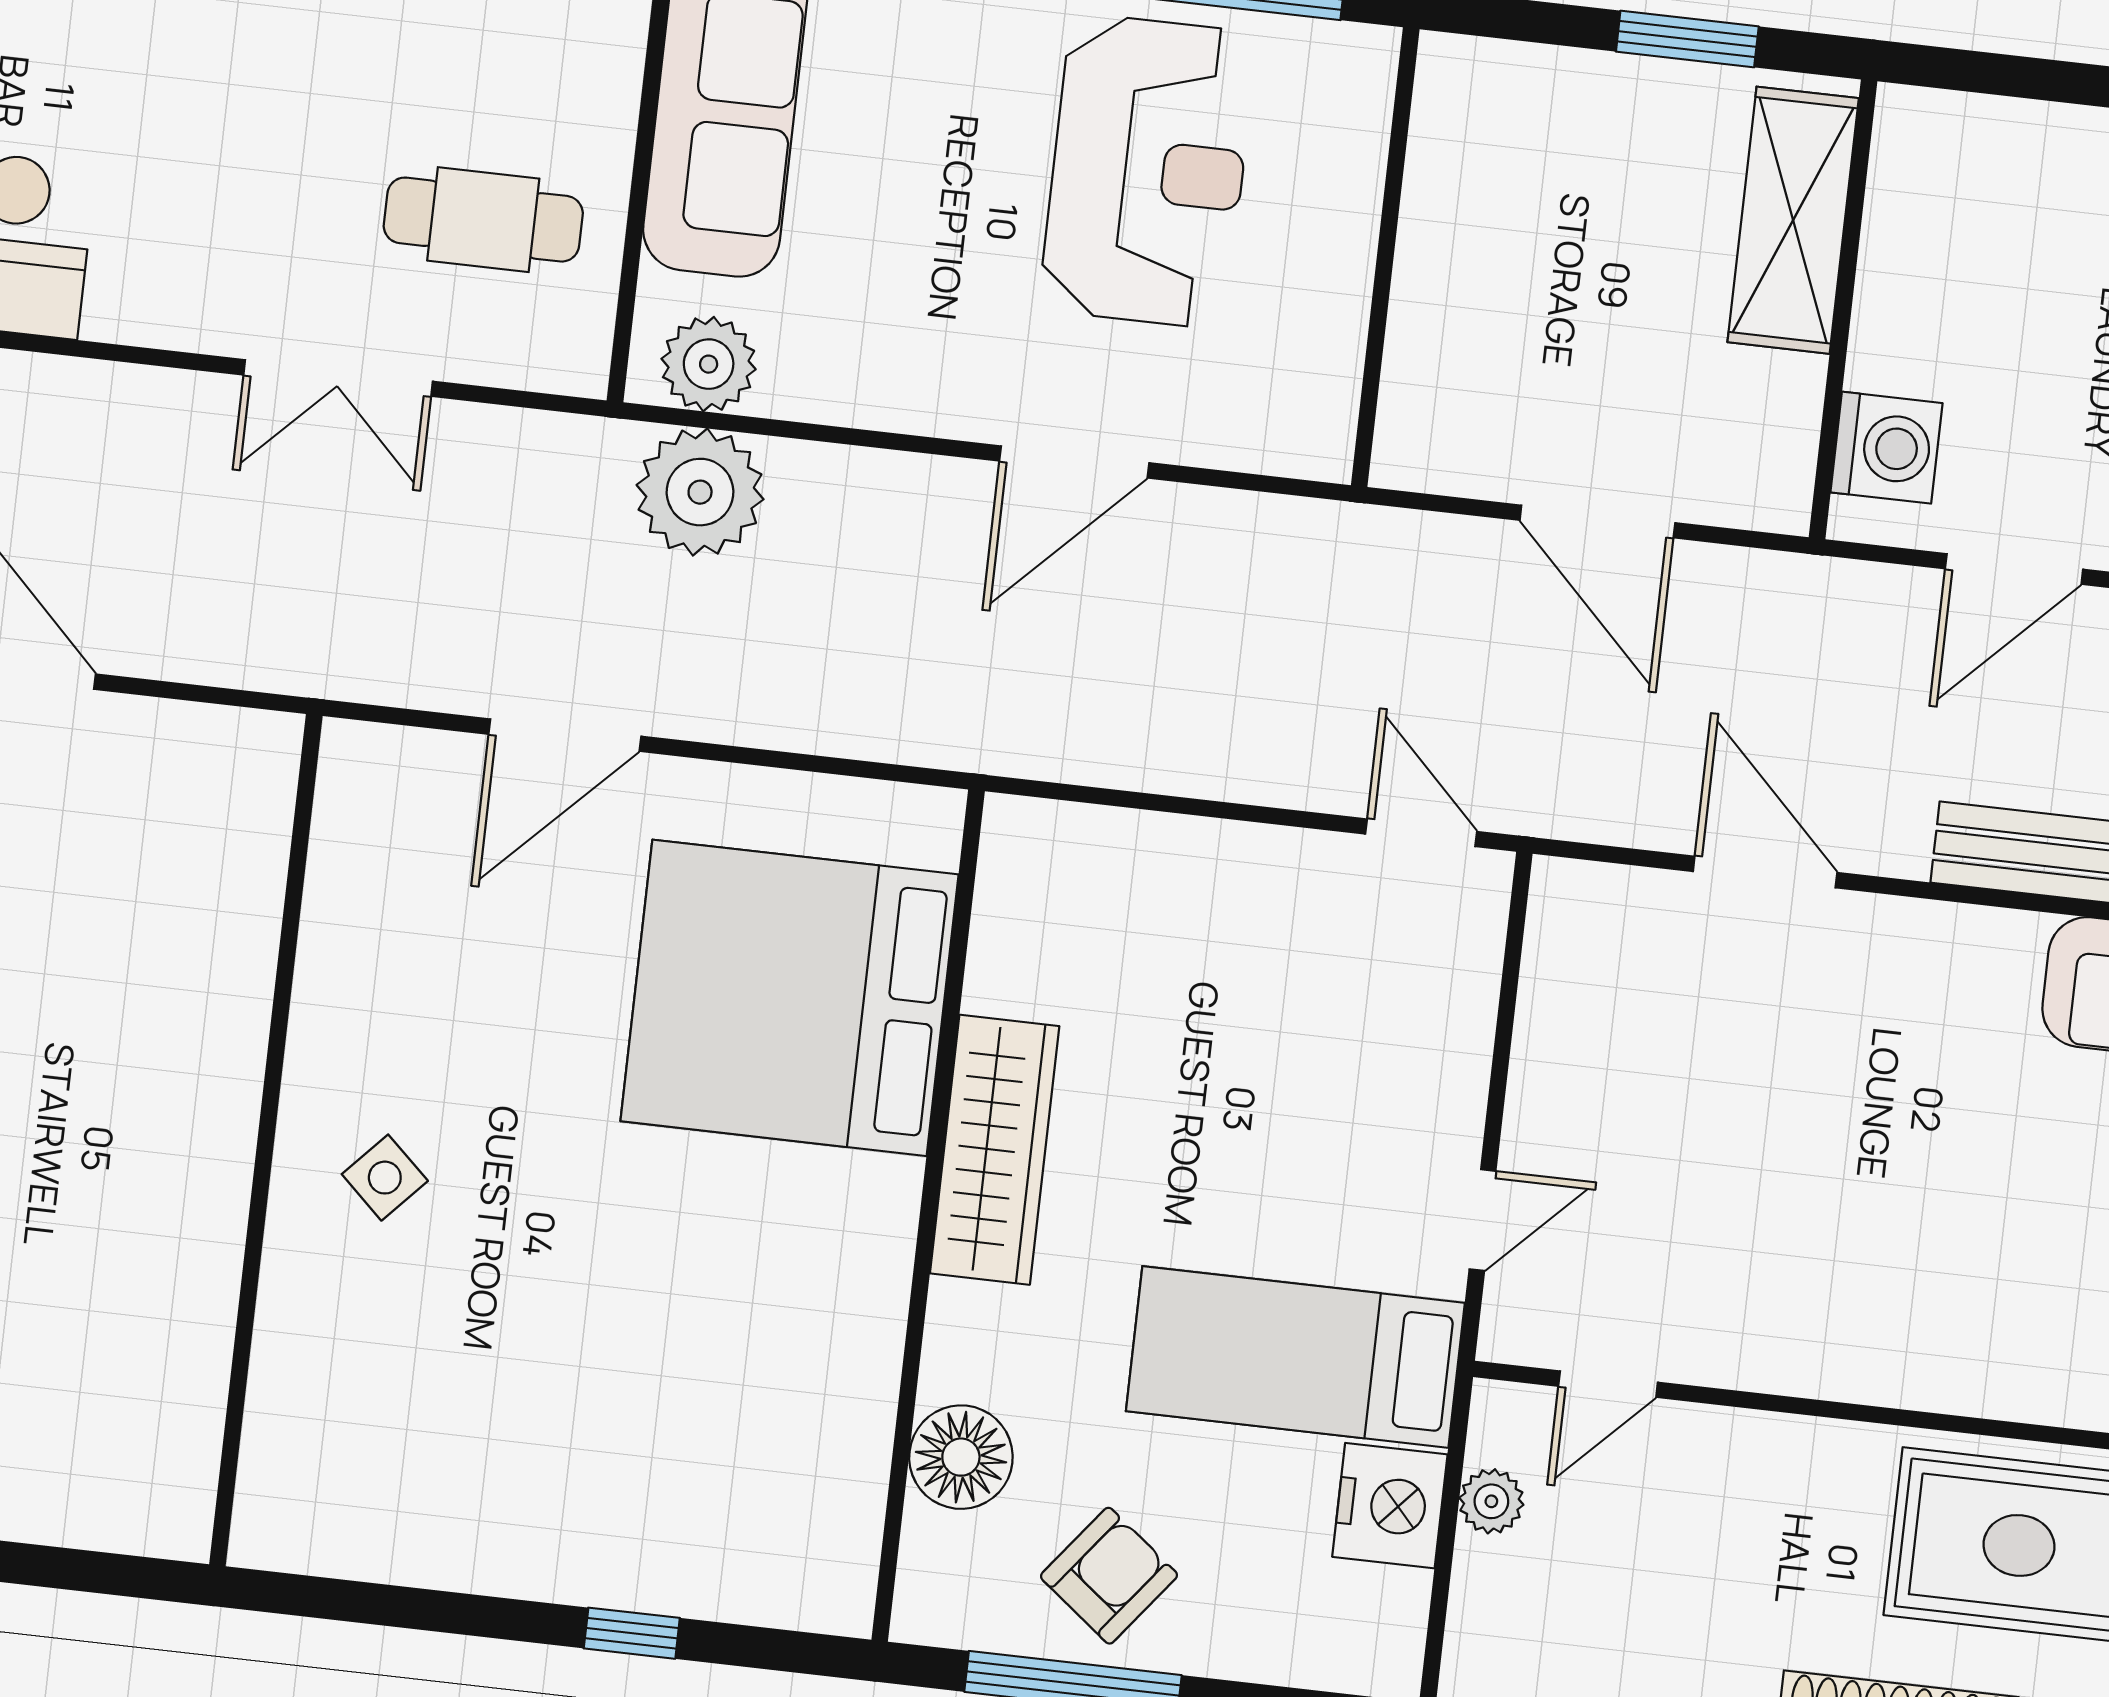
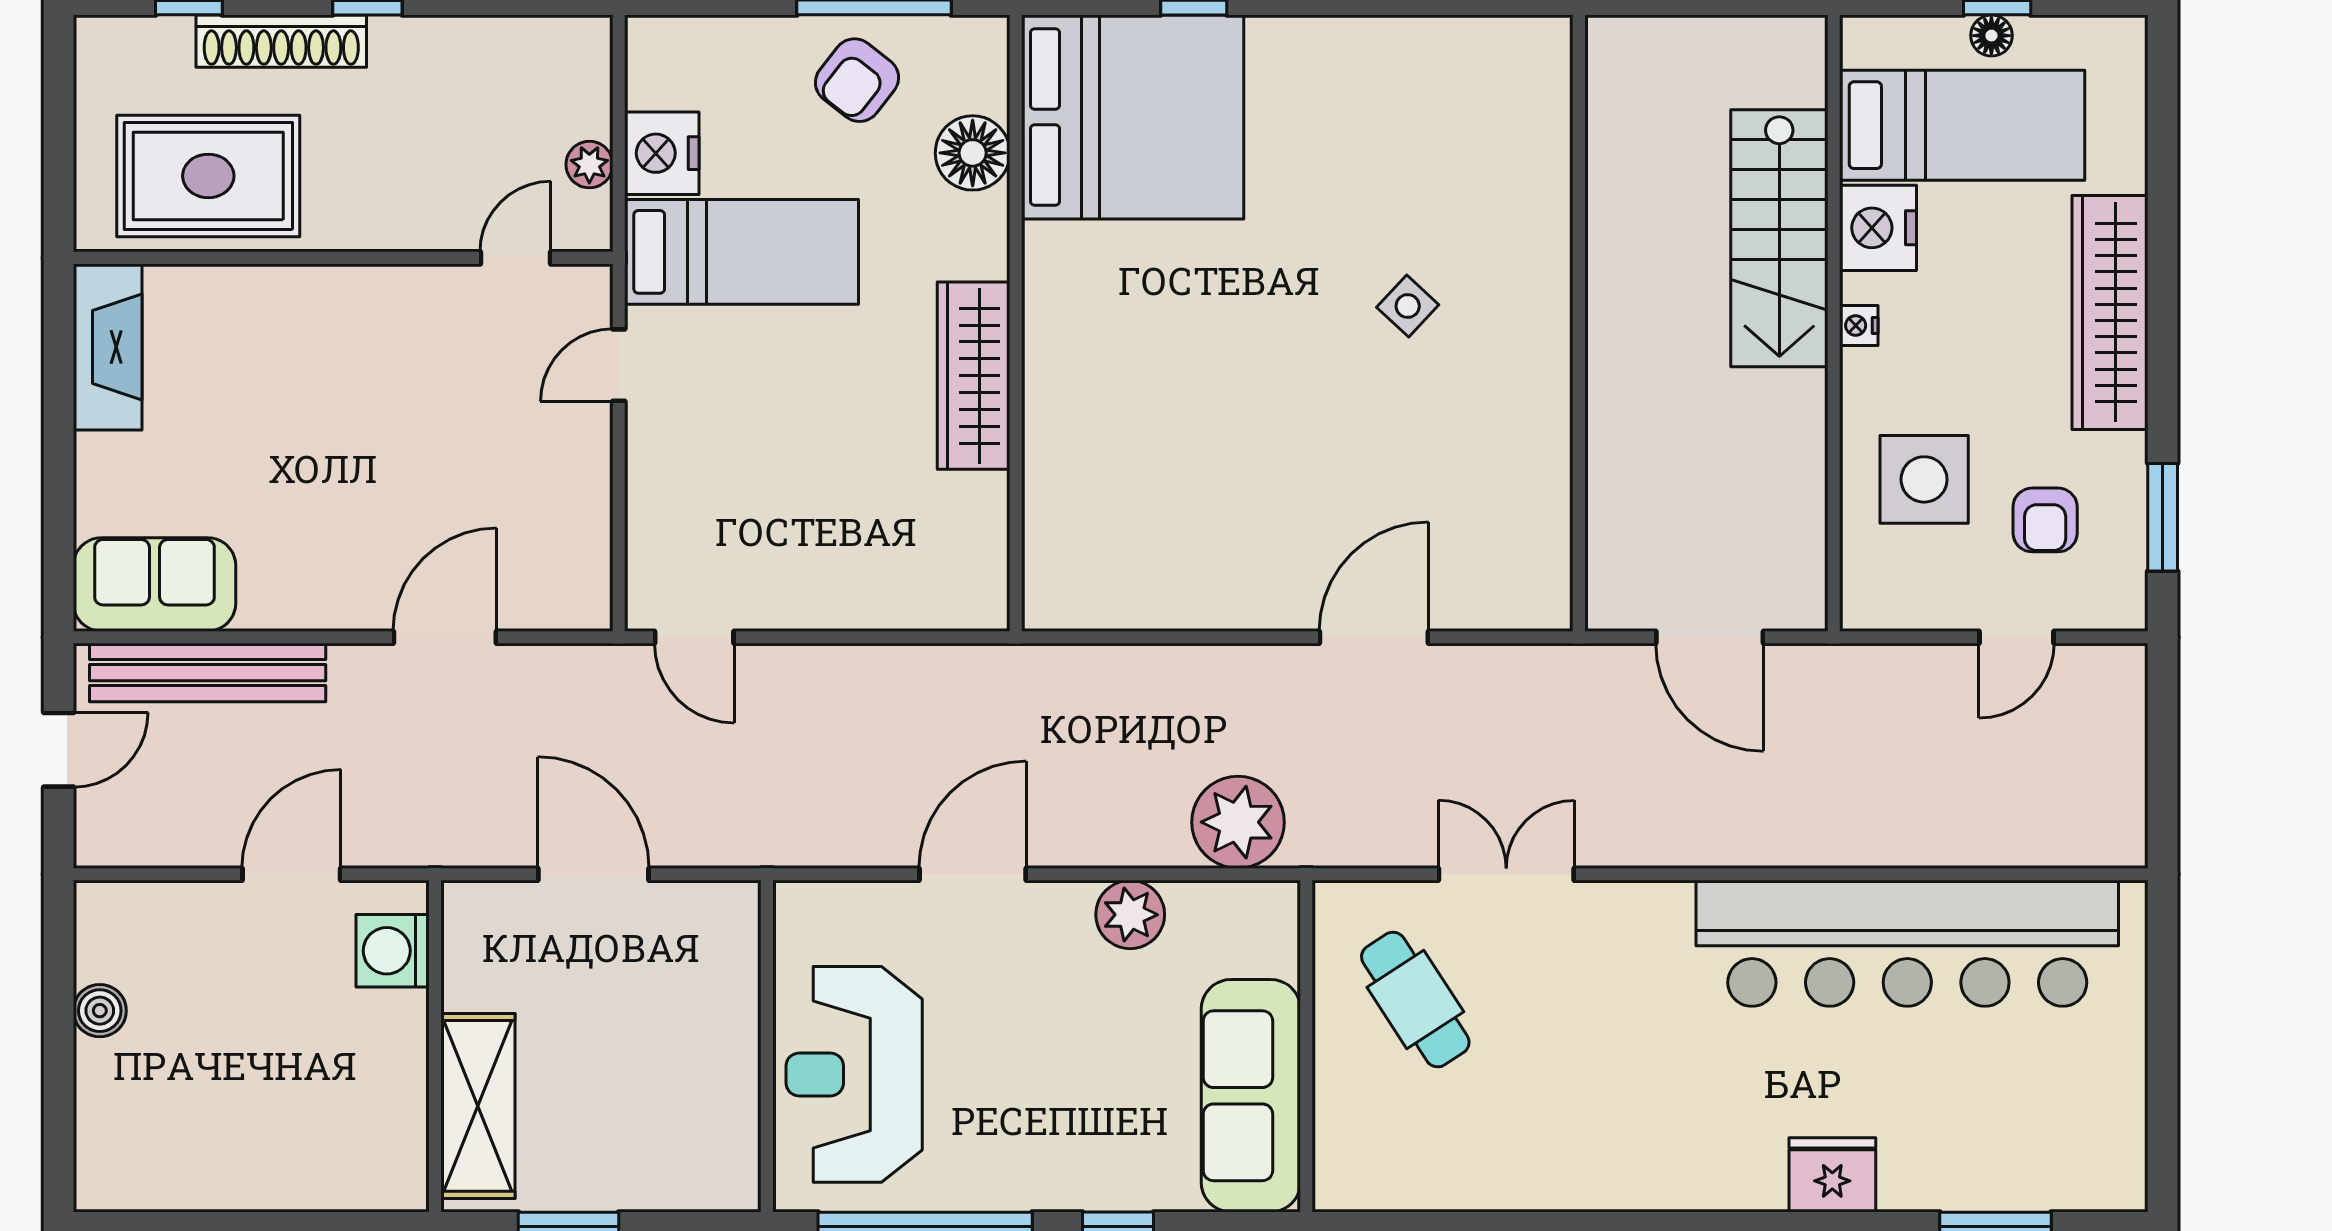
reception desk: (1148, 171) -> (854, 1074), moved
cafe table: (483, 220) -> (1415, 1000), turned 57
plant: (709, 364) -> (1130, 915), moved
door: (565, 735) -> (1374, 637), moved
door: (1765, 872) -> (445, 637), swing flipped
bed: (790, 998) -> (1133, 117), moved
wall: (266, 1140) -> (1579, 323), moved

